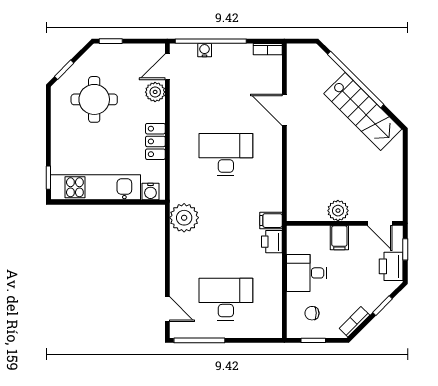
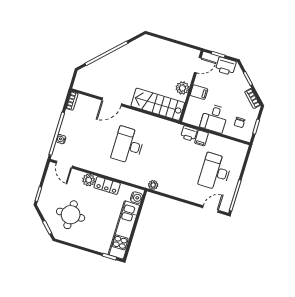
plant: (155, 92) -> (89, 180), moved
stairs: (363, 111) -> (158, 104), moved, turned -135
plant: (184, 218) -> (153, 185), width x0.53, depth x0.53
filing cabinet: (271, 221) -> (201, 138), moved

